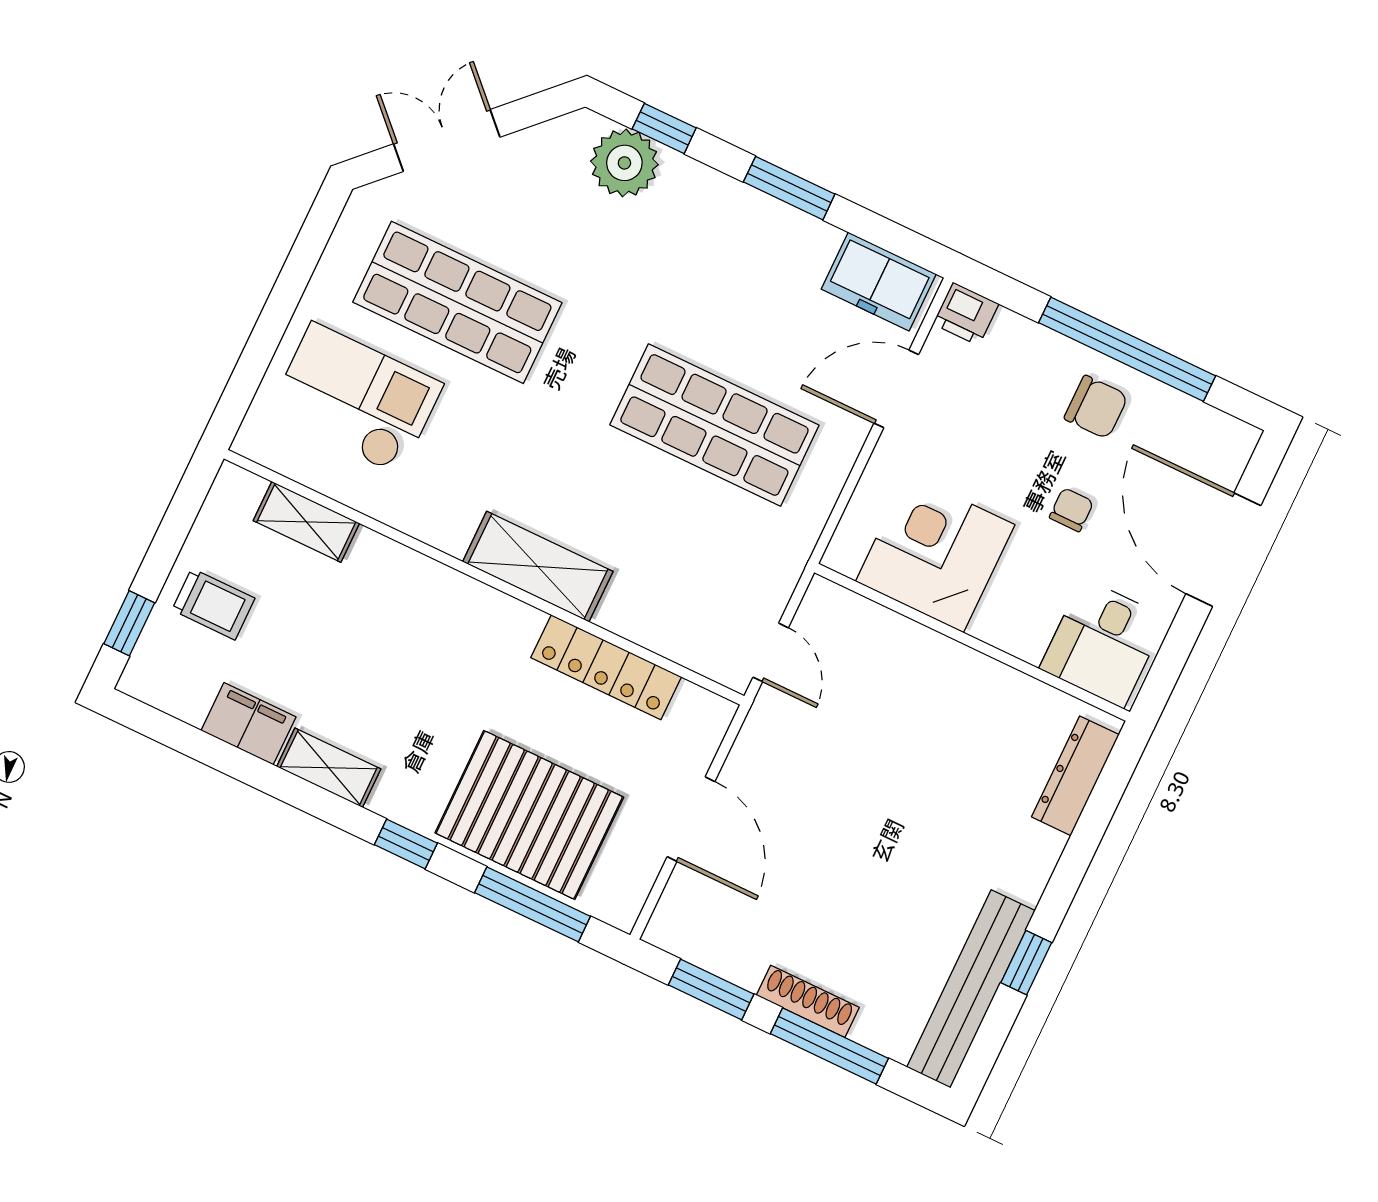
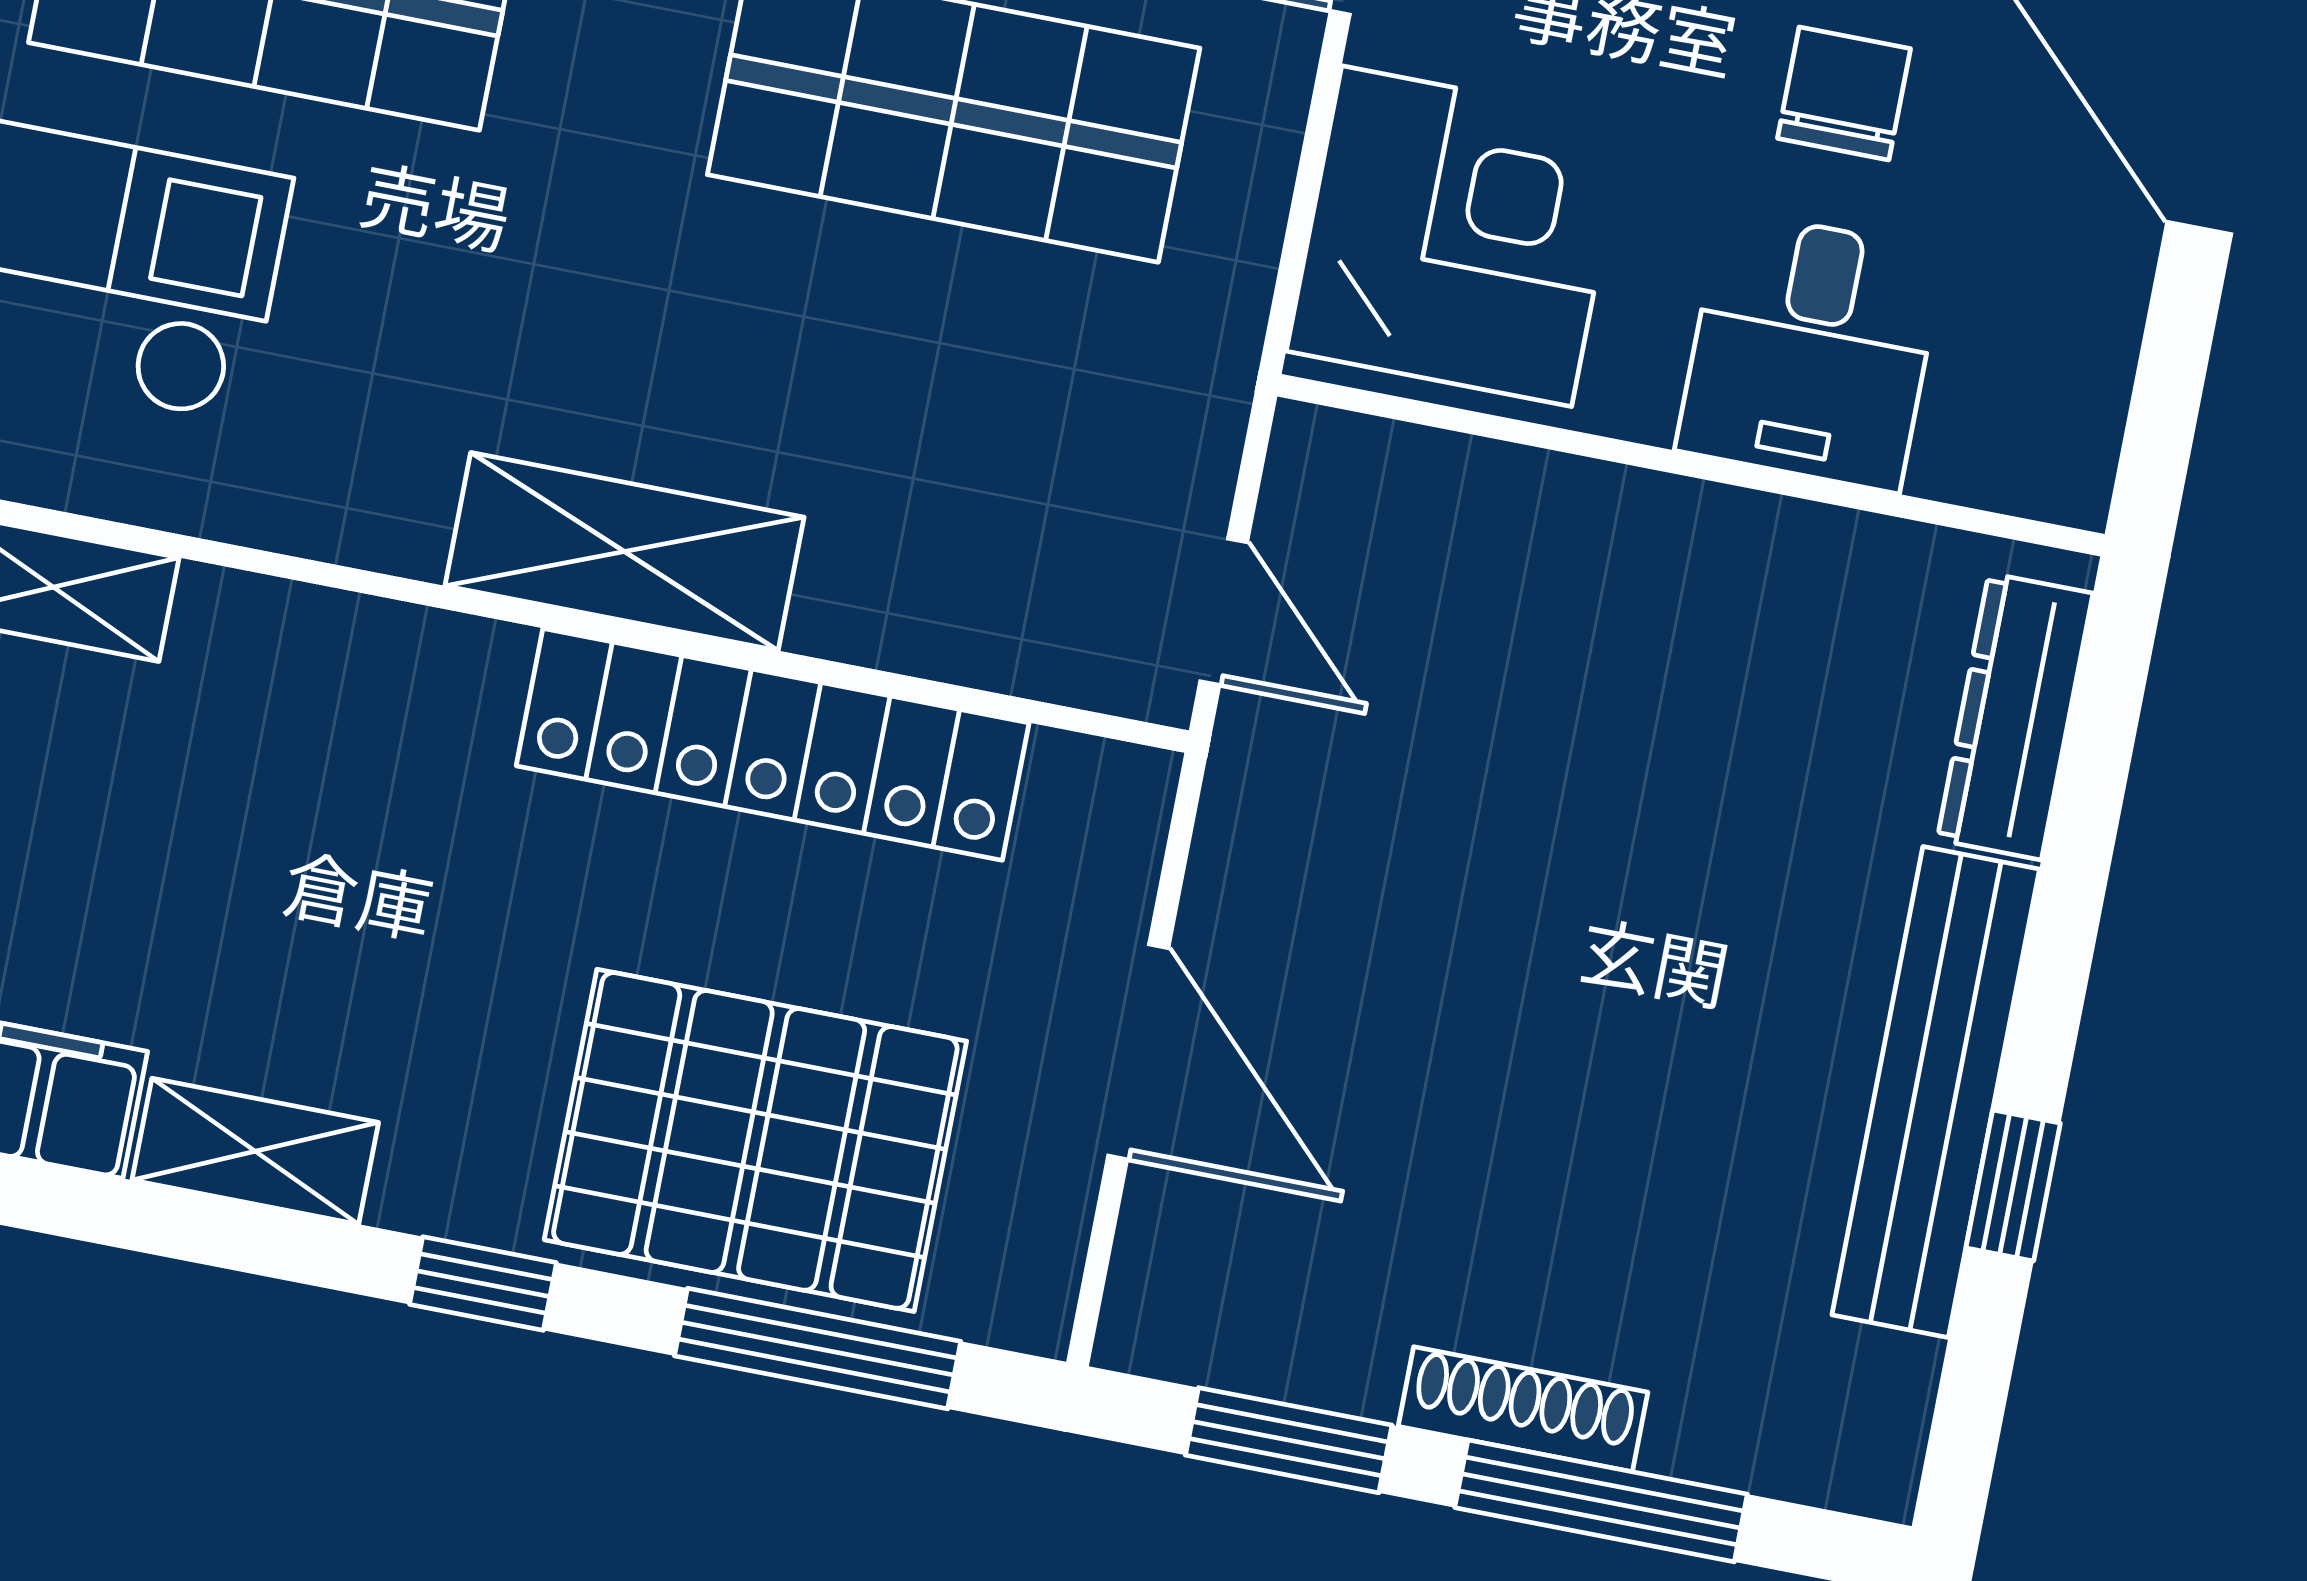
chair: (1071, 510) -> (1844, 93), width x1.37, depth x1.37
corner desk: (935, 553) -> (1457, 236), moved, turned 90
desk: (1103, 643) -> (1810, 351), moved
locker: (606, 667) -> (773, 744), width x1.41, depth x1.21
bench: (971, 989) -> (1936, 1092), moved

